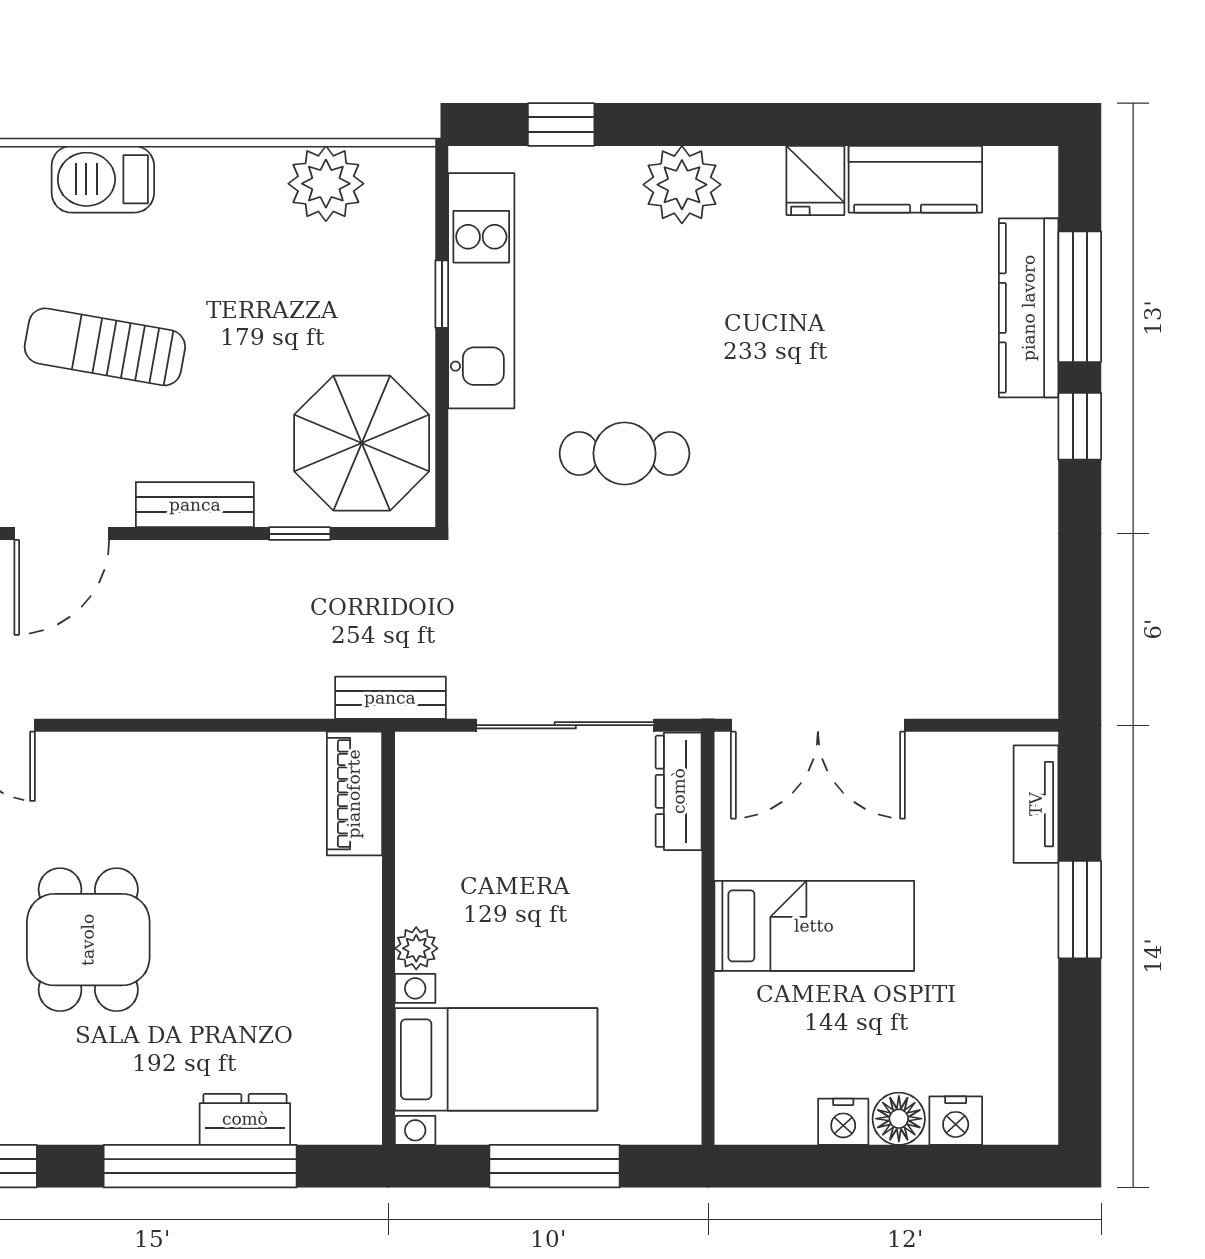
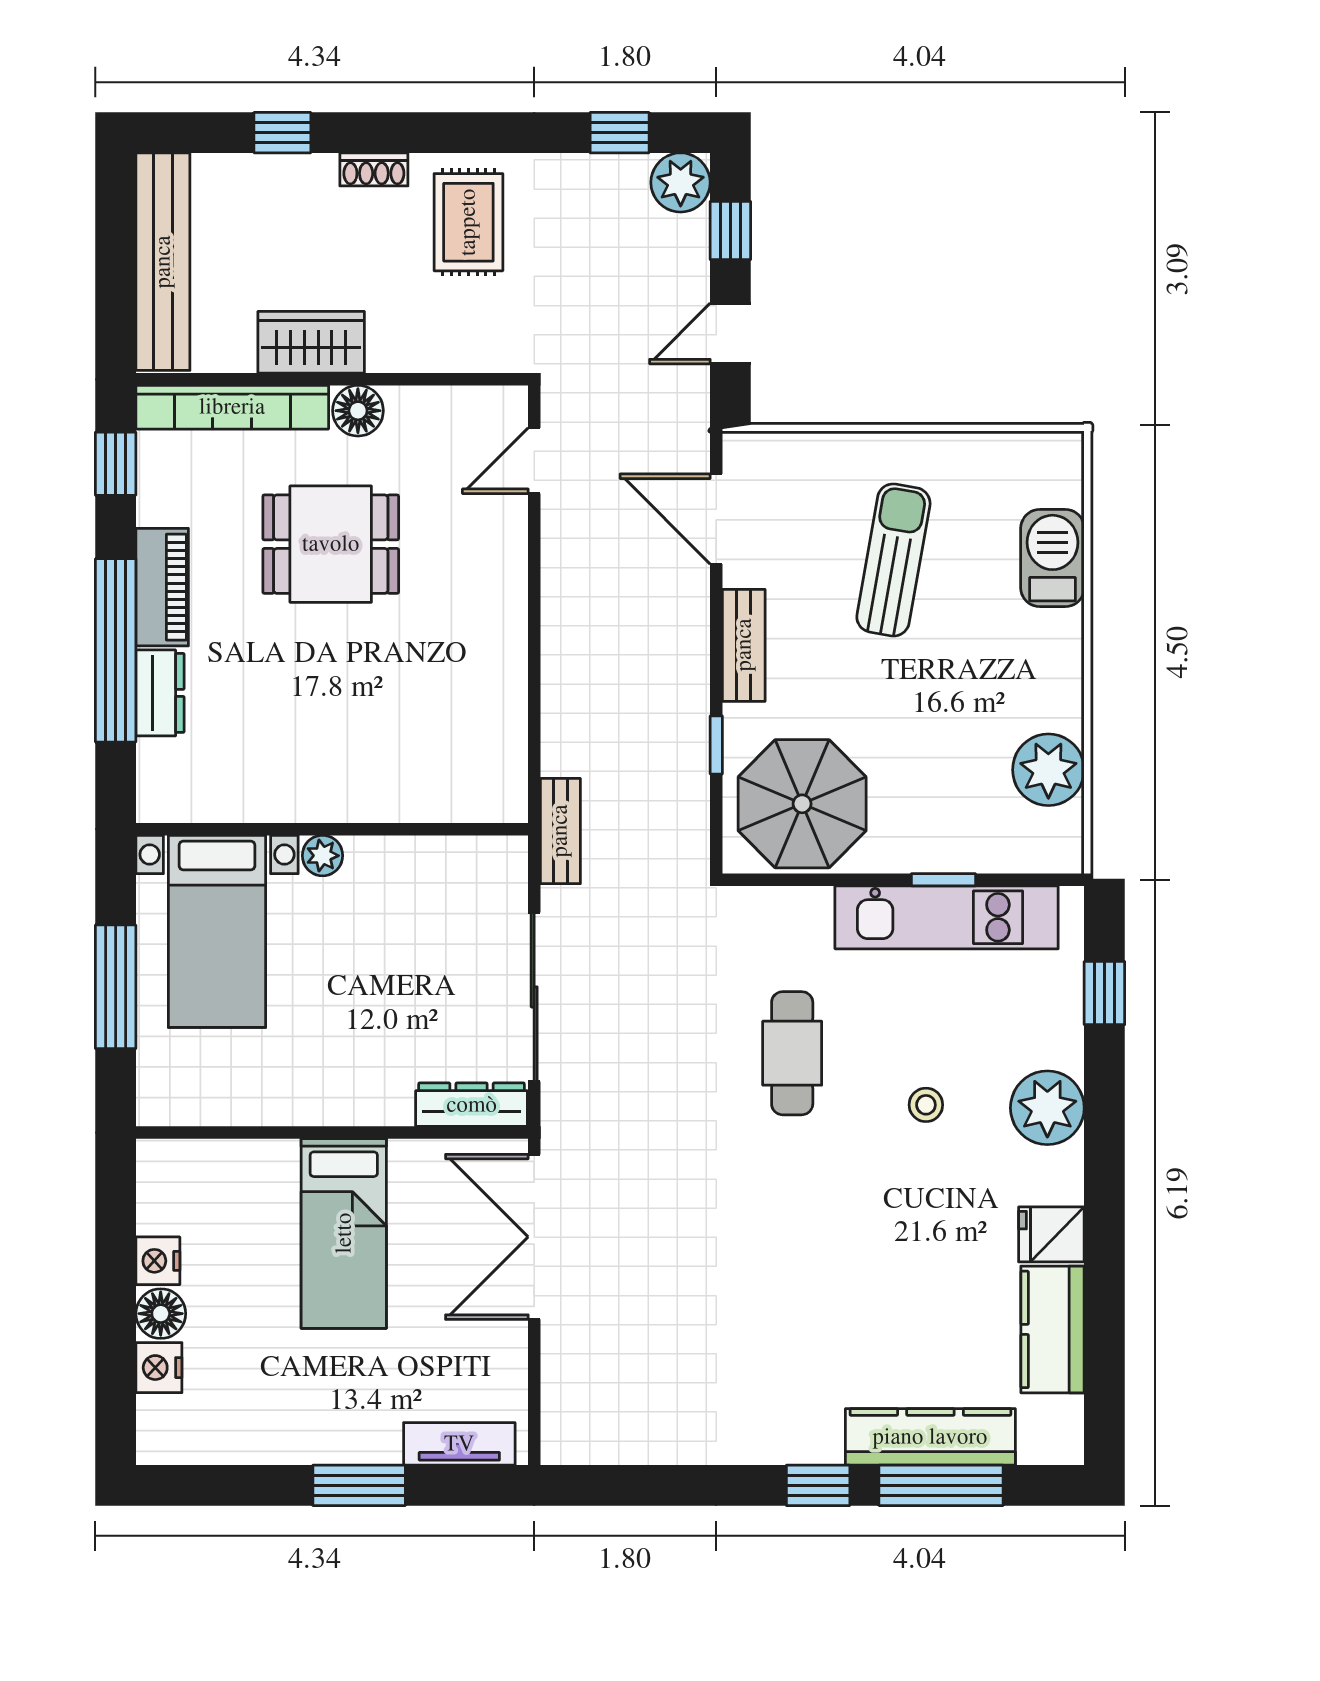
stool: (679, 313) -> (926, 1105), added
piano: (354, 794) -> (162, 587), moved, turned 90

